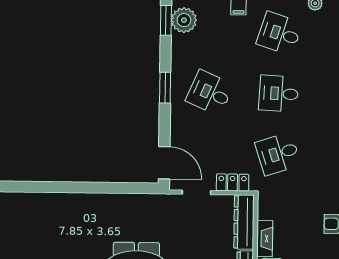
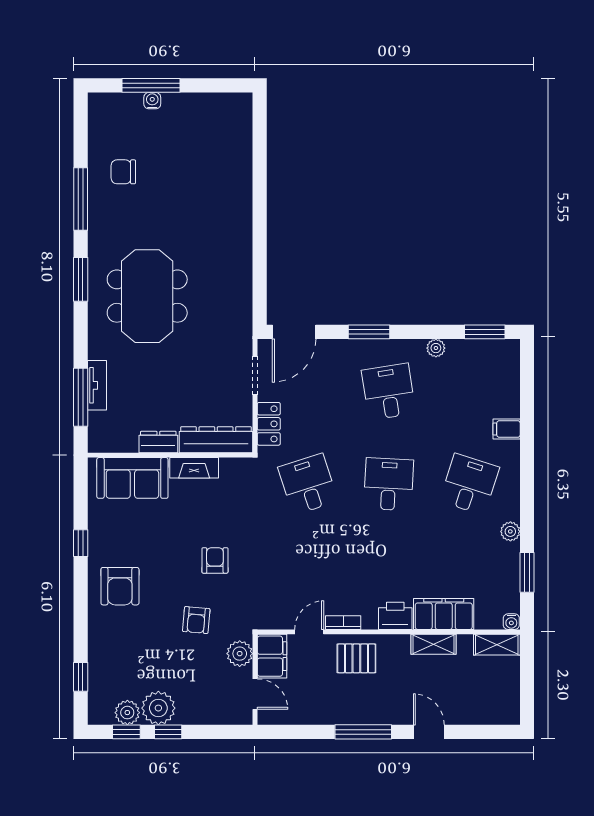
plant: (184, 20) -> (436, 348), moved, width x0.53, depth x0.53
window: (165, 88) -> (369, 332), moved
desk: (210, 93) -> (389, 392), turned -33

